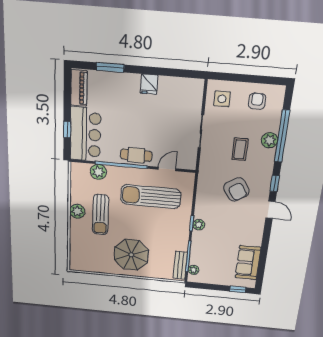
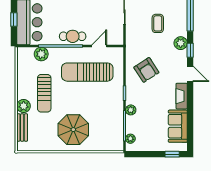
plant: (270, 140) -> (181, 43), moved
armchair: (236, 189) -> (146, 70), moved
plant: (77, 211) -> (24, 106), moved
plant: (199, 225) -> (131, 110), moved
fireplace: (257, 232) -> (182, 96), added
bench: (180, 265) -> (22, 127), moved

